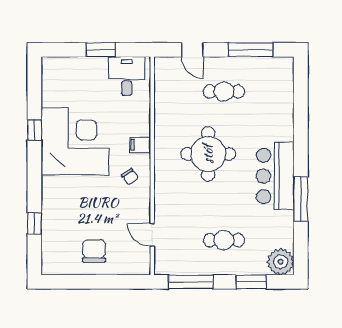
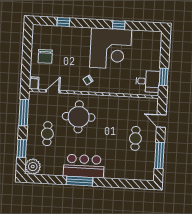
window: (101, 50) -> (164, 77), moved
door: (192, 50) -> (161, 121), hinge flipped
filing cabinet: (140, 145) -> (34, 83), moved
round table: (208, 154) -> (79, 117), moved
window: (301, 199) -> (79, 181), moved
chair: (94, 251) -> (45, 56), turned 90

